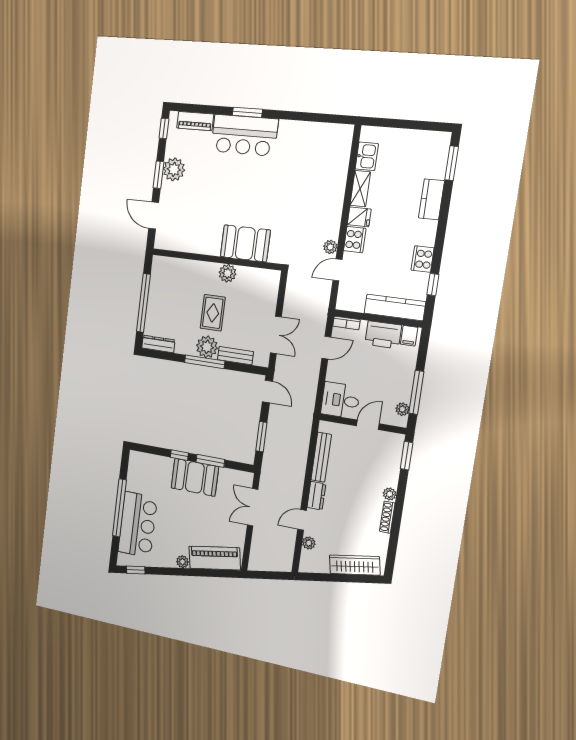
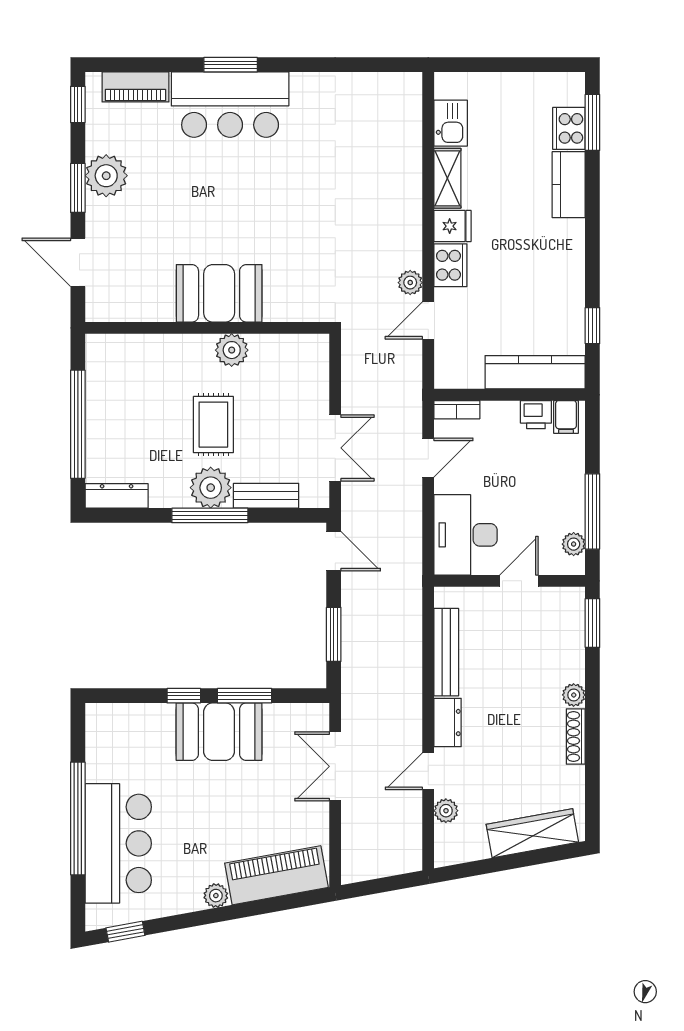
booth: (245, 243) -> (219, 293), moved
cooker: (423, 259) -> (569, 128), moved
printer: (383, 335) -> (536, 415), width x0.53, depth x0.68
desk: (340, 400) -> (466, 535), width x1.37

